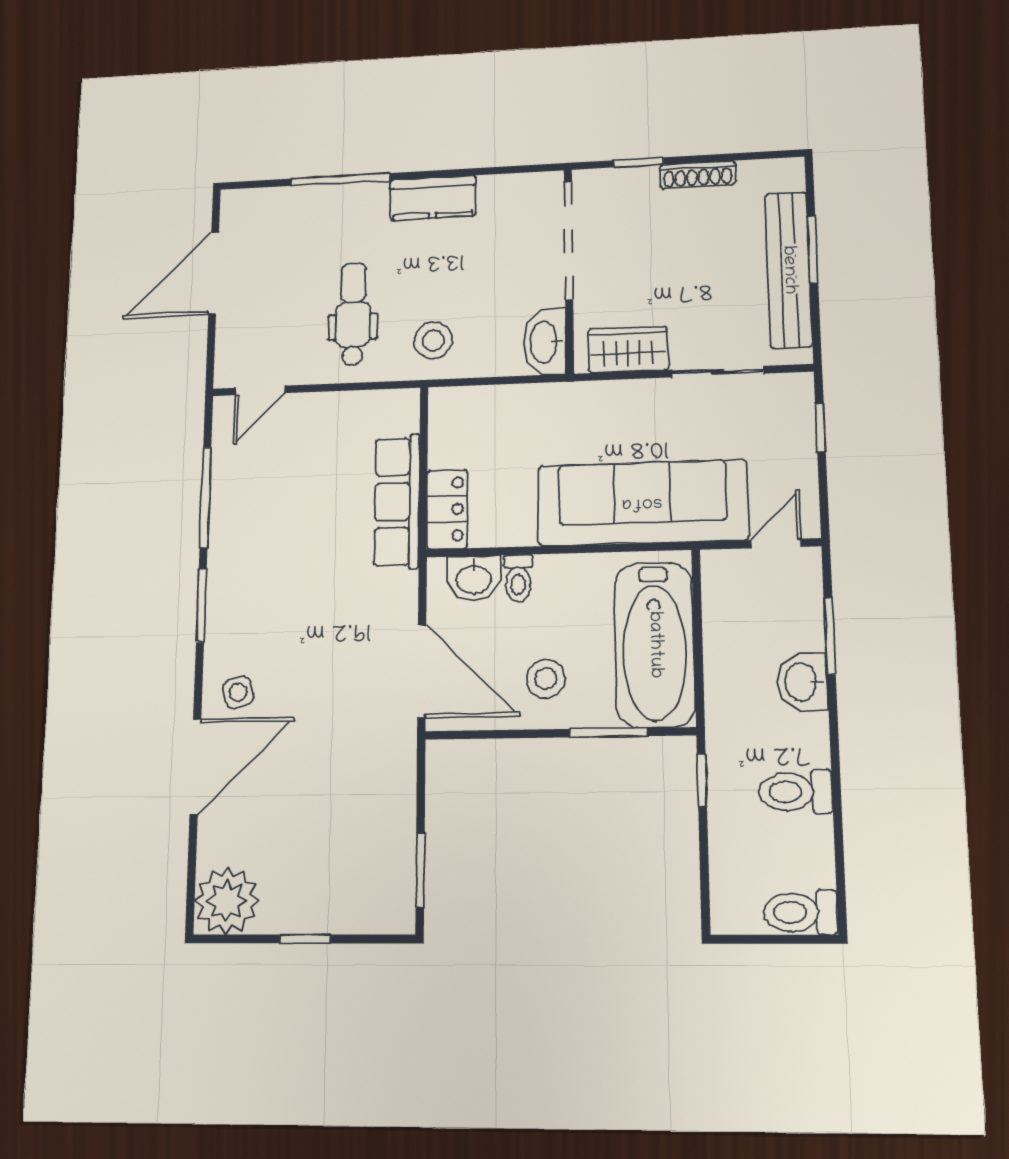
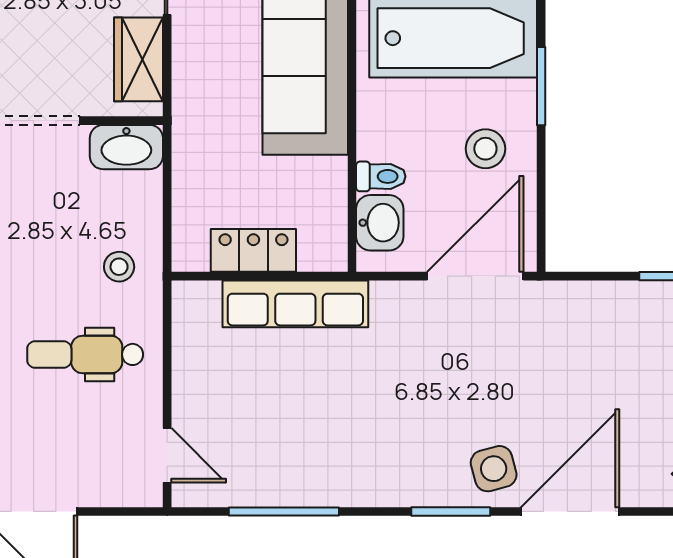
stool: (433, 340) -> (119, 267), width x0.73, depth x0.73
locker: (447, 509) -> (253, 250), moved
window: (201, 605) -> (451, 511), moved
side table: (238, 692) -> (494, 469), width x1.37, depth x1.37
door: (195, 767) -> (570, 511), hinge flipped

